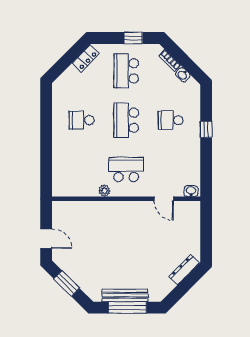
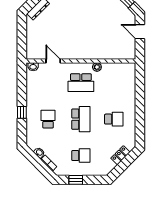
locker: (86, 58) -> (120, 155), moved
school desk: (126, 71) -> (81, 156), width x0.54
school desk: (171, 120) -> (48, 119), turned -90

